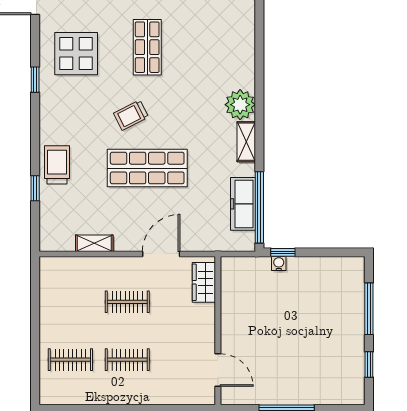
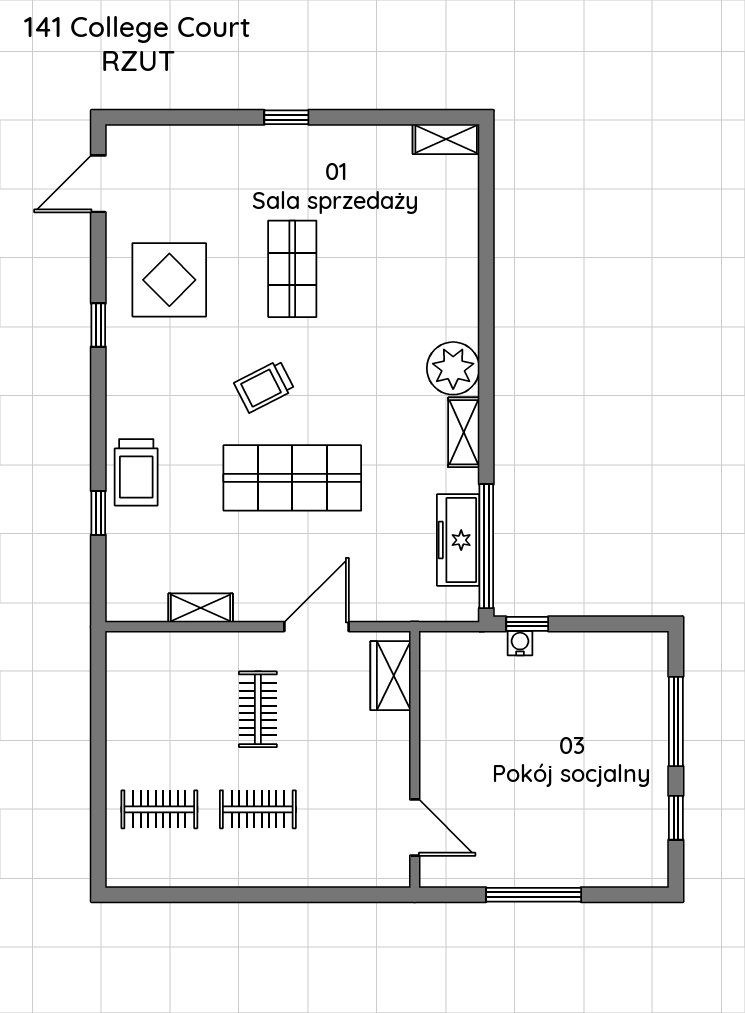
trolley: (57, 165) -> (136, 472), turned 180
clothes rail: (127, 302) -> (258, 709), turned 90

